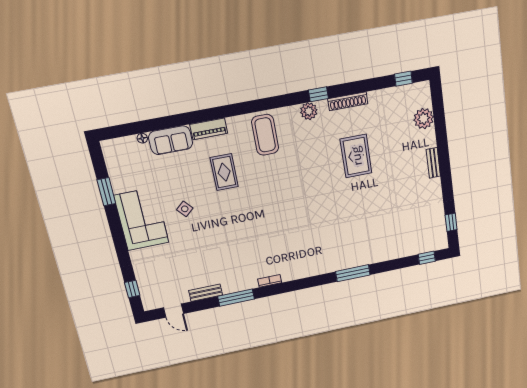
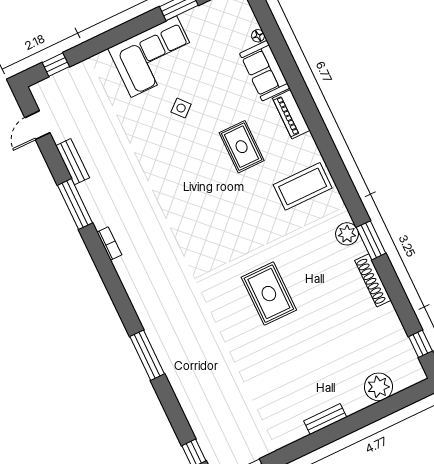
window: (318, 94) -> (371, 240), width x1.50
rug: (356, 156) -> (269, 294), moved, turned 90
rug: (224, 172) -> (242, 147), turned 90

